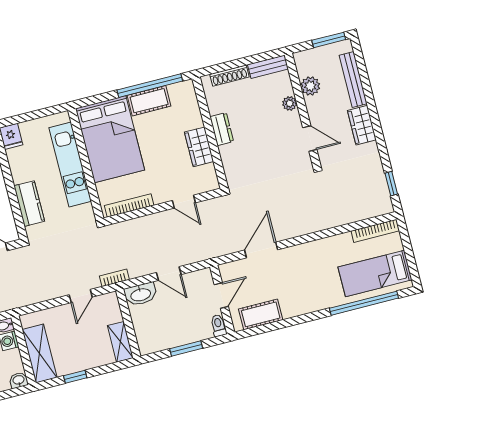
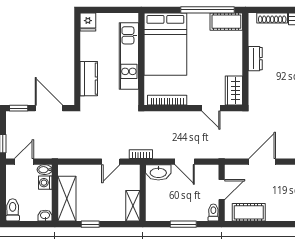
cot: (149, 101) -> (226, 22), moved
wardrobe: (199, 147) -> (234, 90), moved

